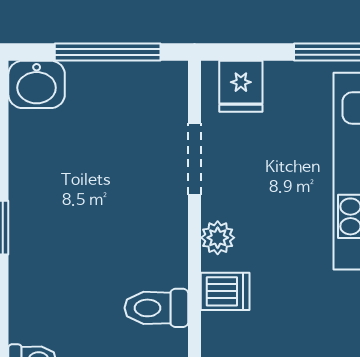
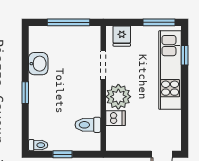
washbasin: (37, 84) -> (38, 64), moved, turned -90
plant: (218, 238) -> (118, 97), width x1.87, depth x1.87

